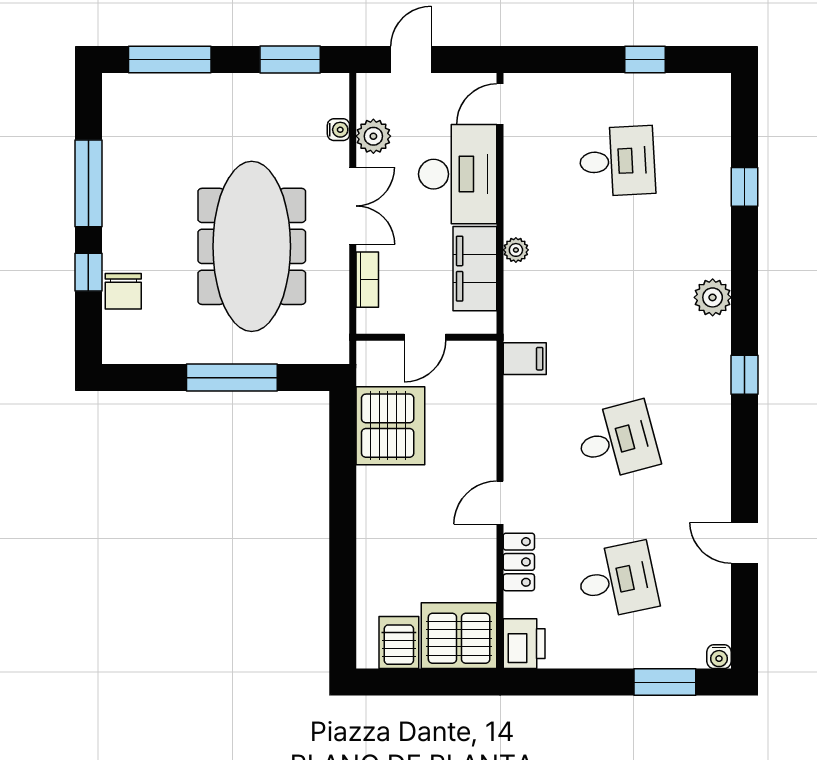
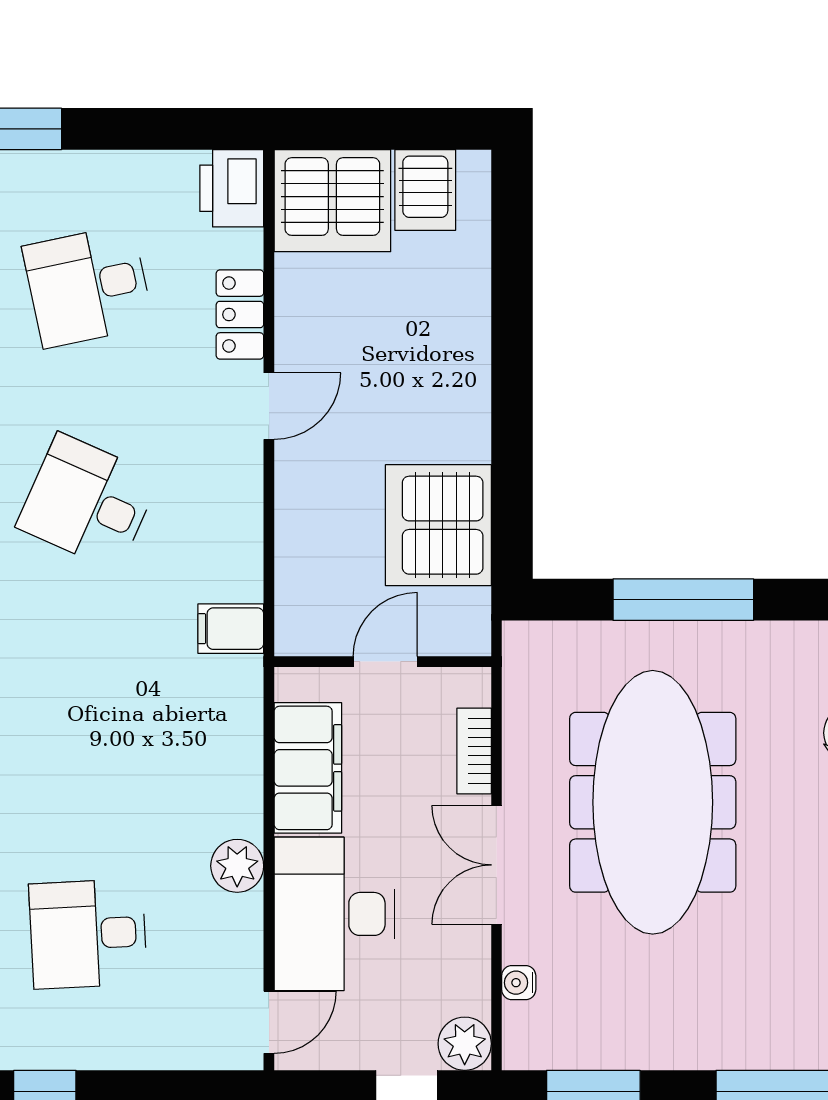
plant: (373, 136) -> (465, 1044), moved
plant: (516, 250) -> (237, 866), moved, width x1.38, depth x1.38
desk: (617, 441) -> (88, 502), turned 39

